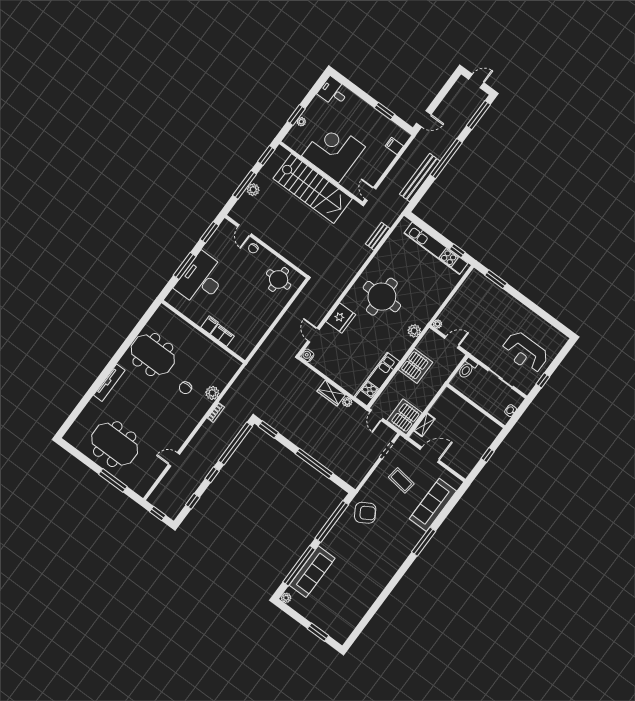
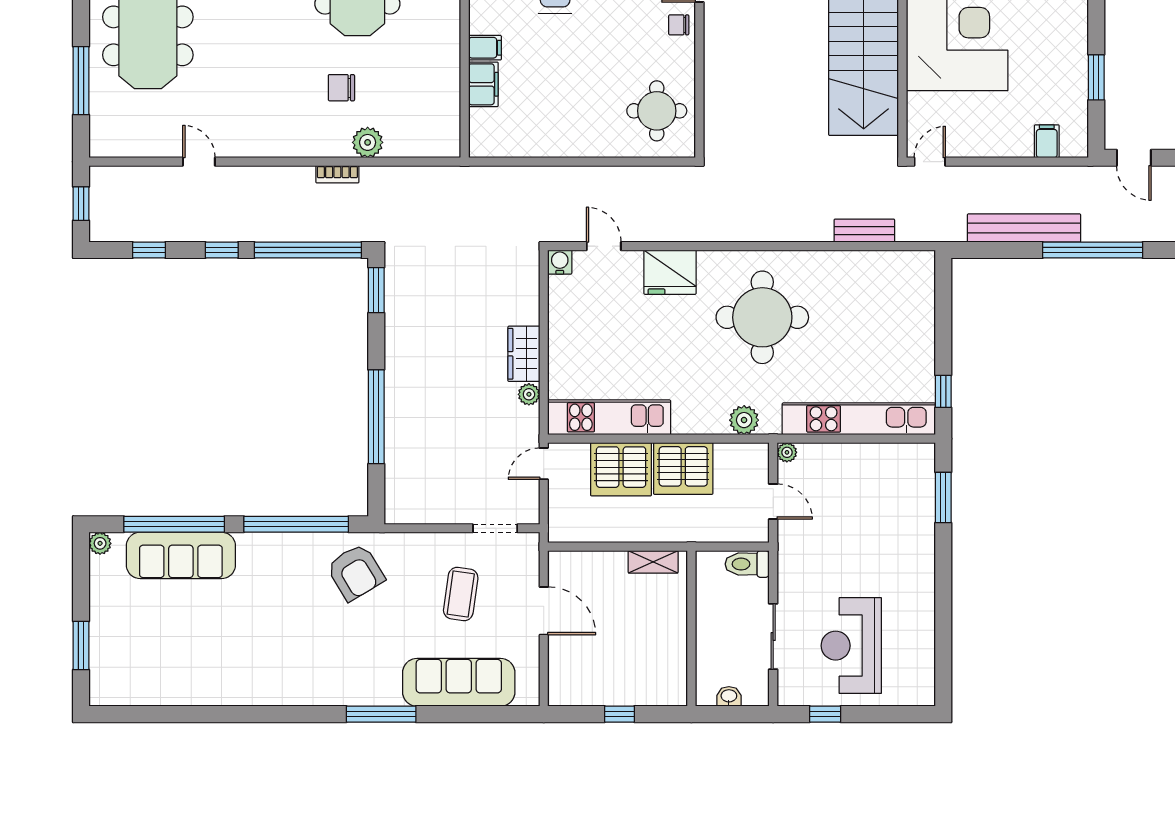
kitchen unit: (436, 248) -> (859, 419), moved, turned 90
door: (313, 335) -> (604, 246), hinge flipped
server rack: (405, 417) -> (621, 469), moved, turned 180
shelving: (424, 425) -> (653, 562), moved

